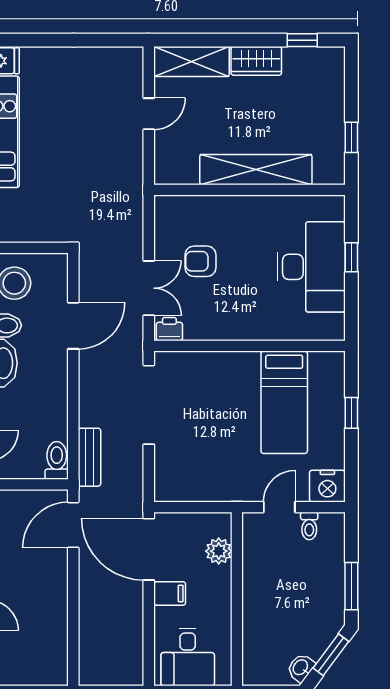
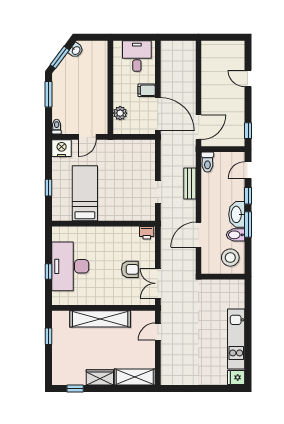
door: (149, 114) -> (158, 332), moved
double door: (149, 288) -> (158, 283), moved
doorway: (149, 405) -> (158, 192), width x0.53
bench: (89, 457) -> (190, 183), moved
toilet: (309, 526) -> (57, 127), moved

